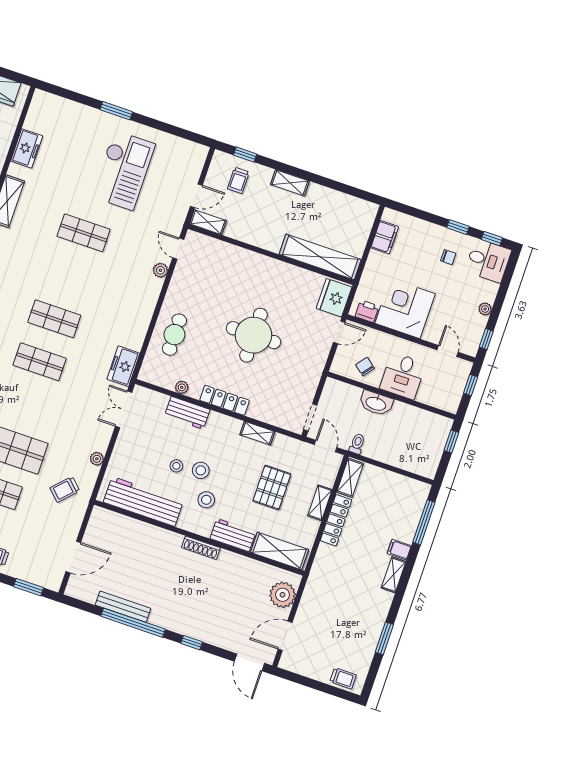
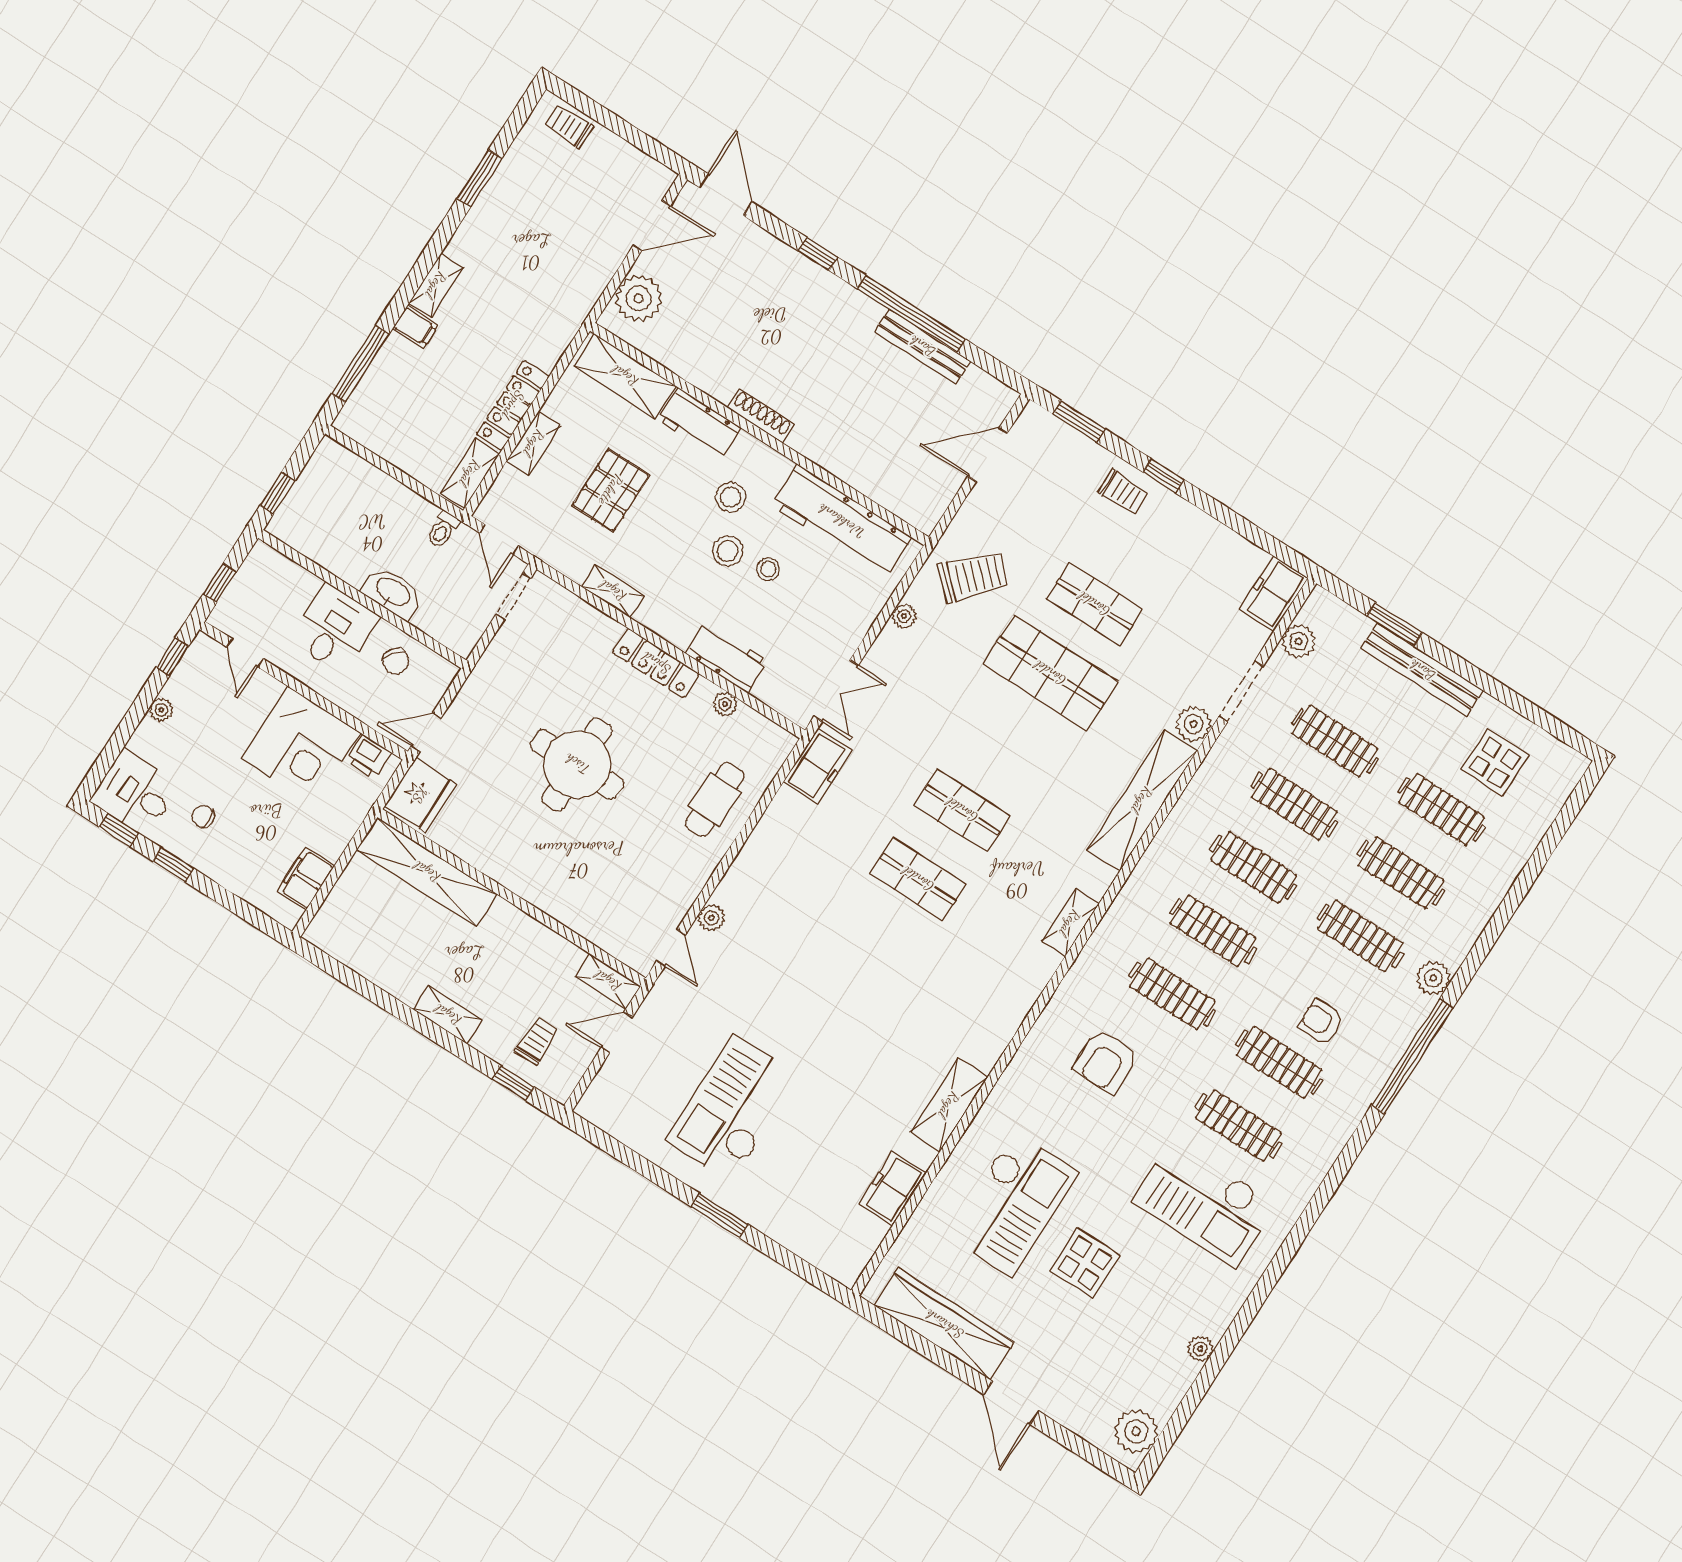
shop shelf: (84, 233) -> (830, 1017), removed
trolley: (65, 489) -> (973, 576), width x1.36, depth x1.39

